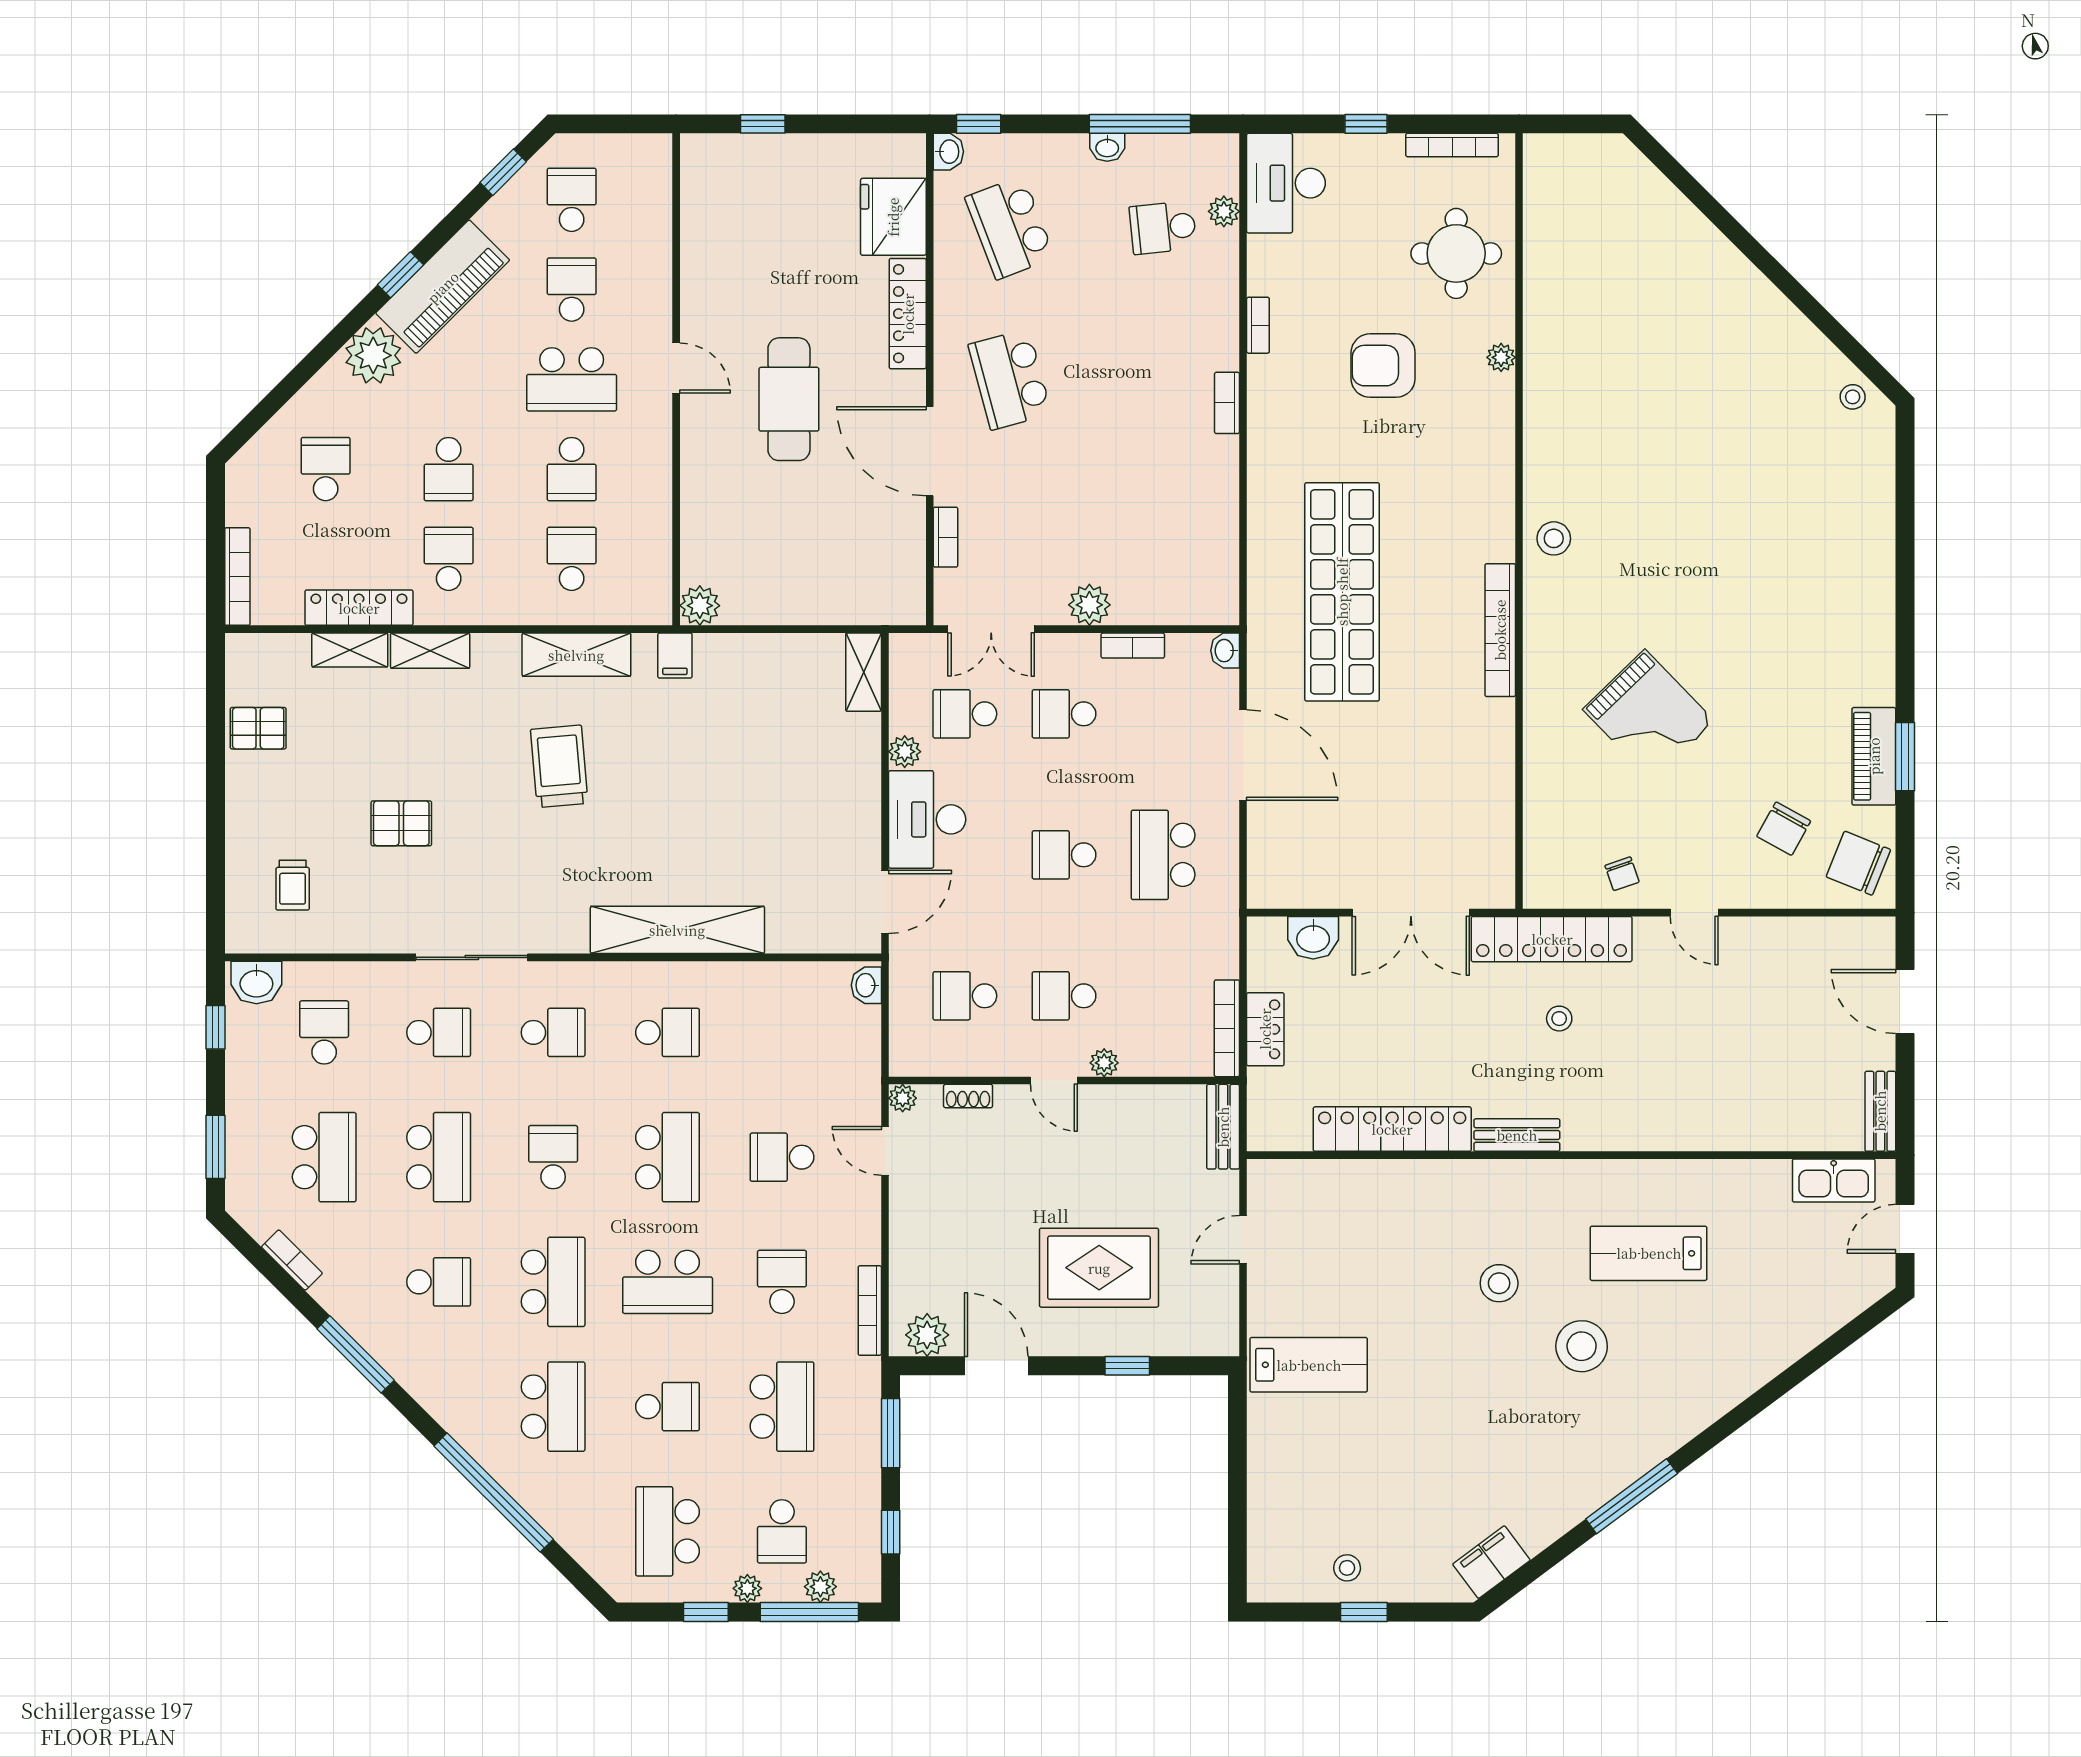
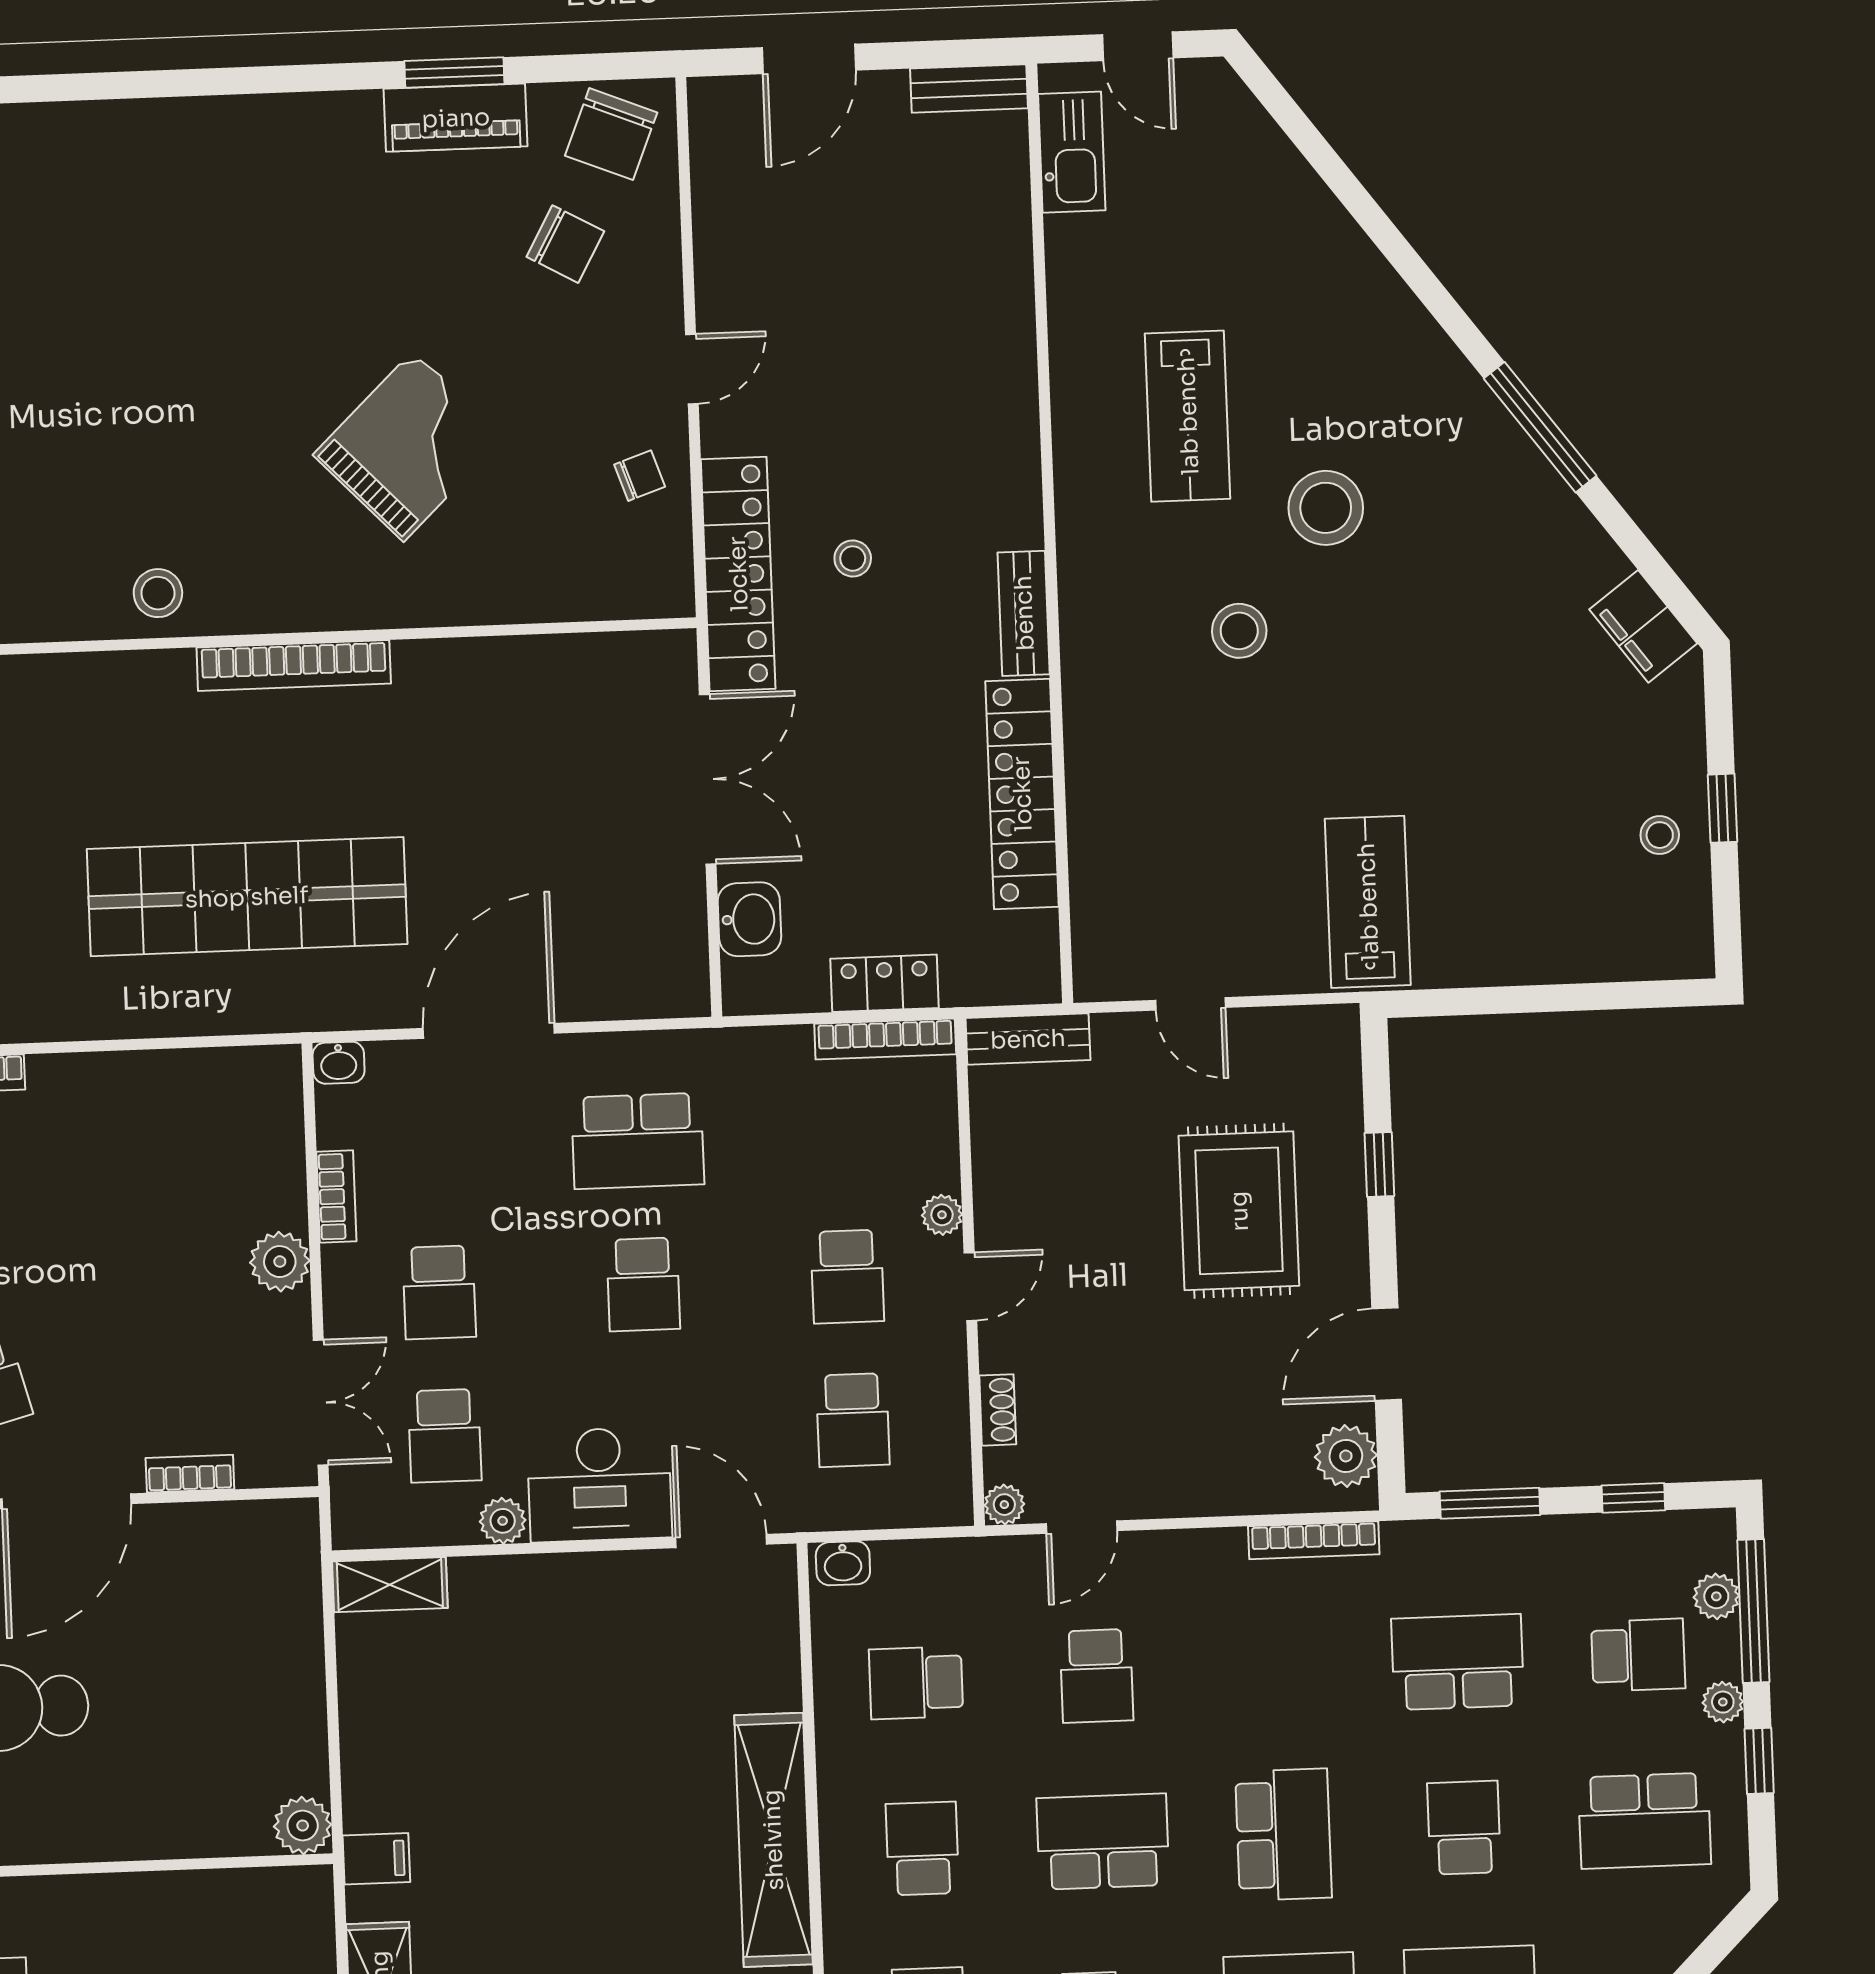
school desk: (782, 1282) -> (916, 1683), moved

